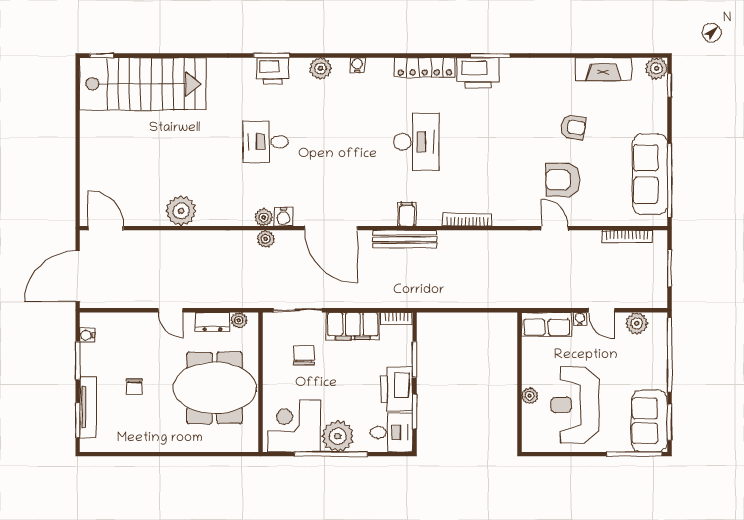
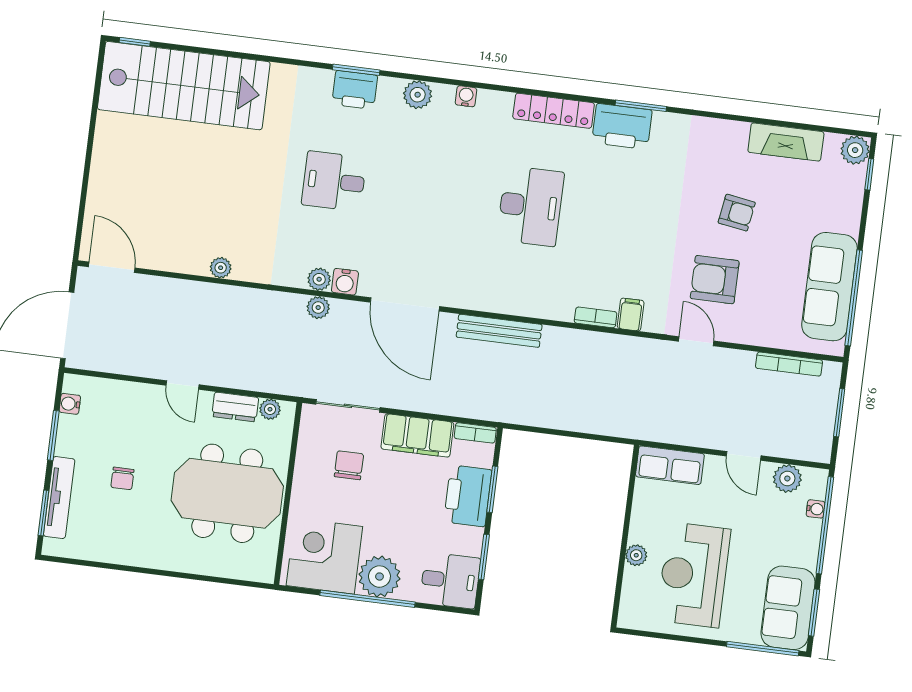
plant: (181, 211) -> (221, 268), width x0.53, depth x0.53
filing cabinet: (407, 214) -> (631, 315), moved
bookcase: (467, 220) -> (596, 317), width x0.64
water cooler: (580, 319) -> (816, 509), moved, turned 90
printer: (397, 389) -> (468, 496), moved

